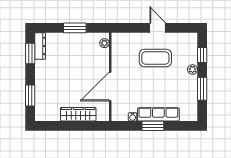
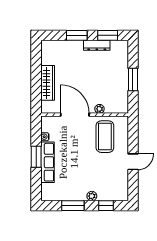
plant: (104, 43) -> (99, 109), moved
dresser: (40, 46) -> (97, 45), moved
coffee table: (155, 58) -> (105, 137), moved
window: (30, 96) -> (77, 35), moved

